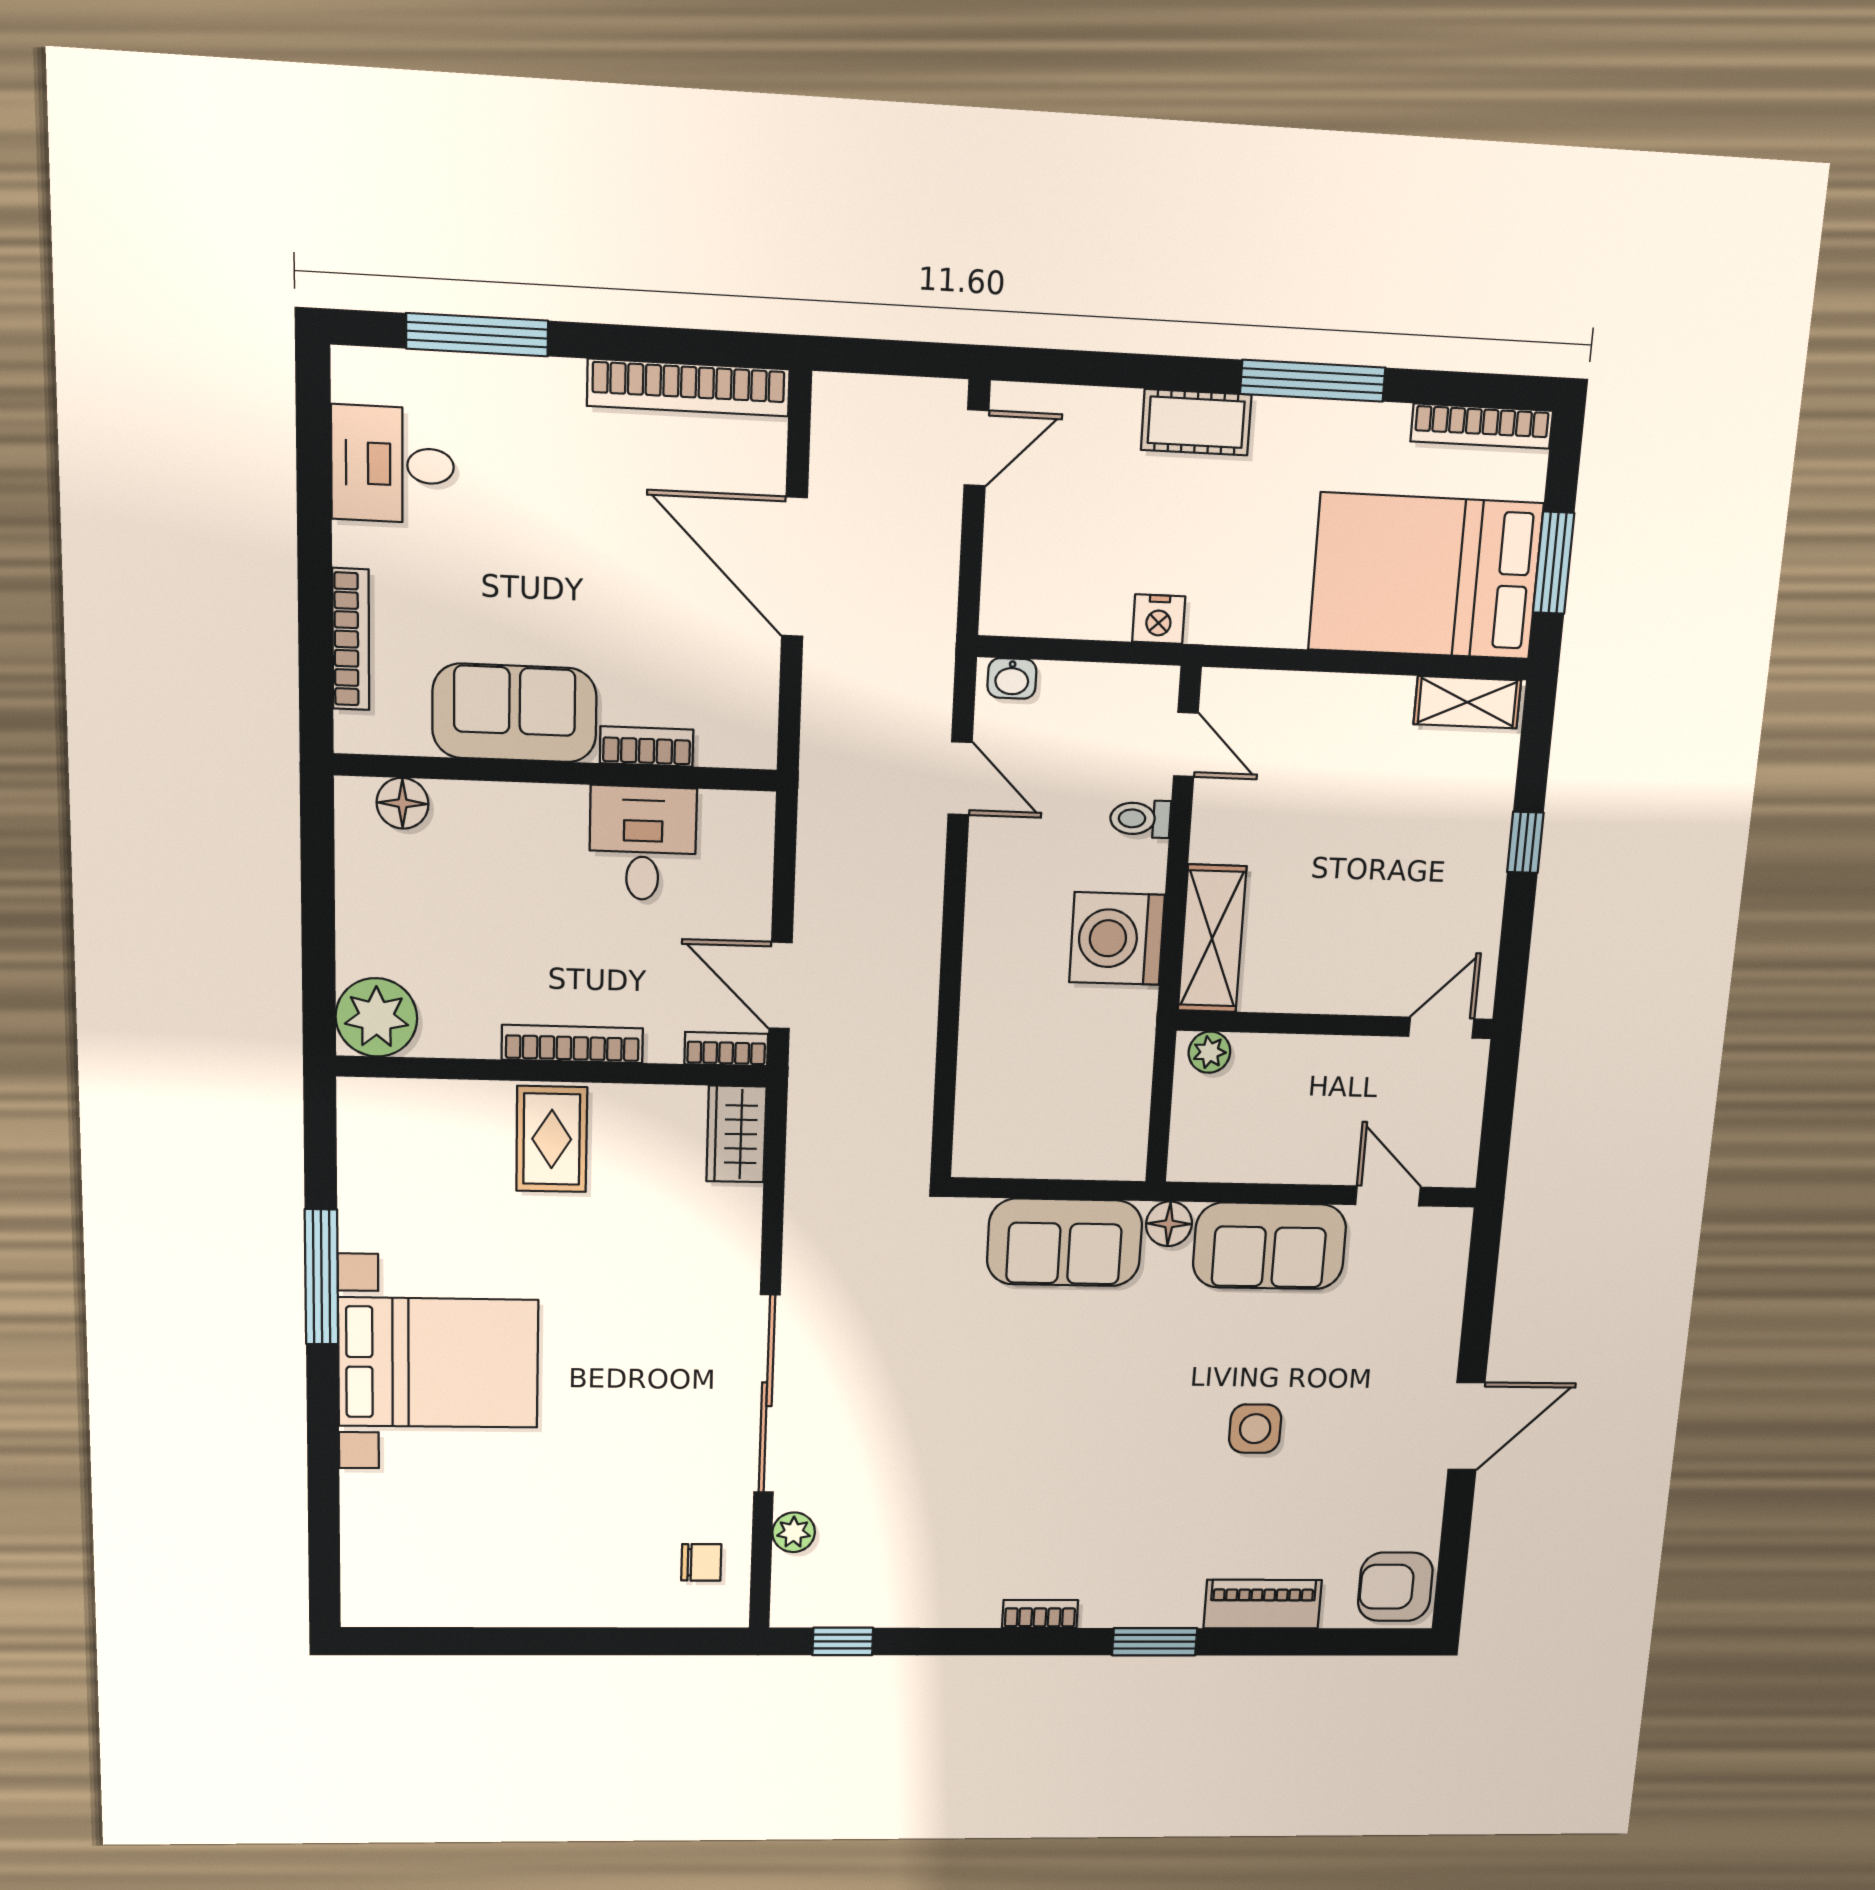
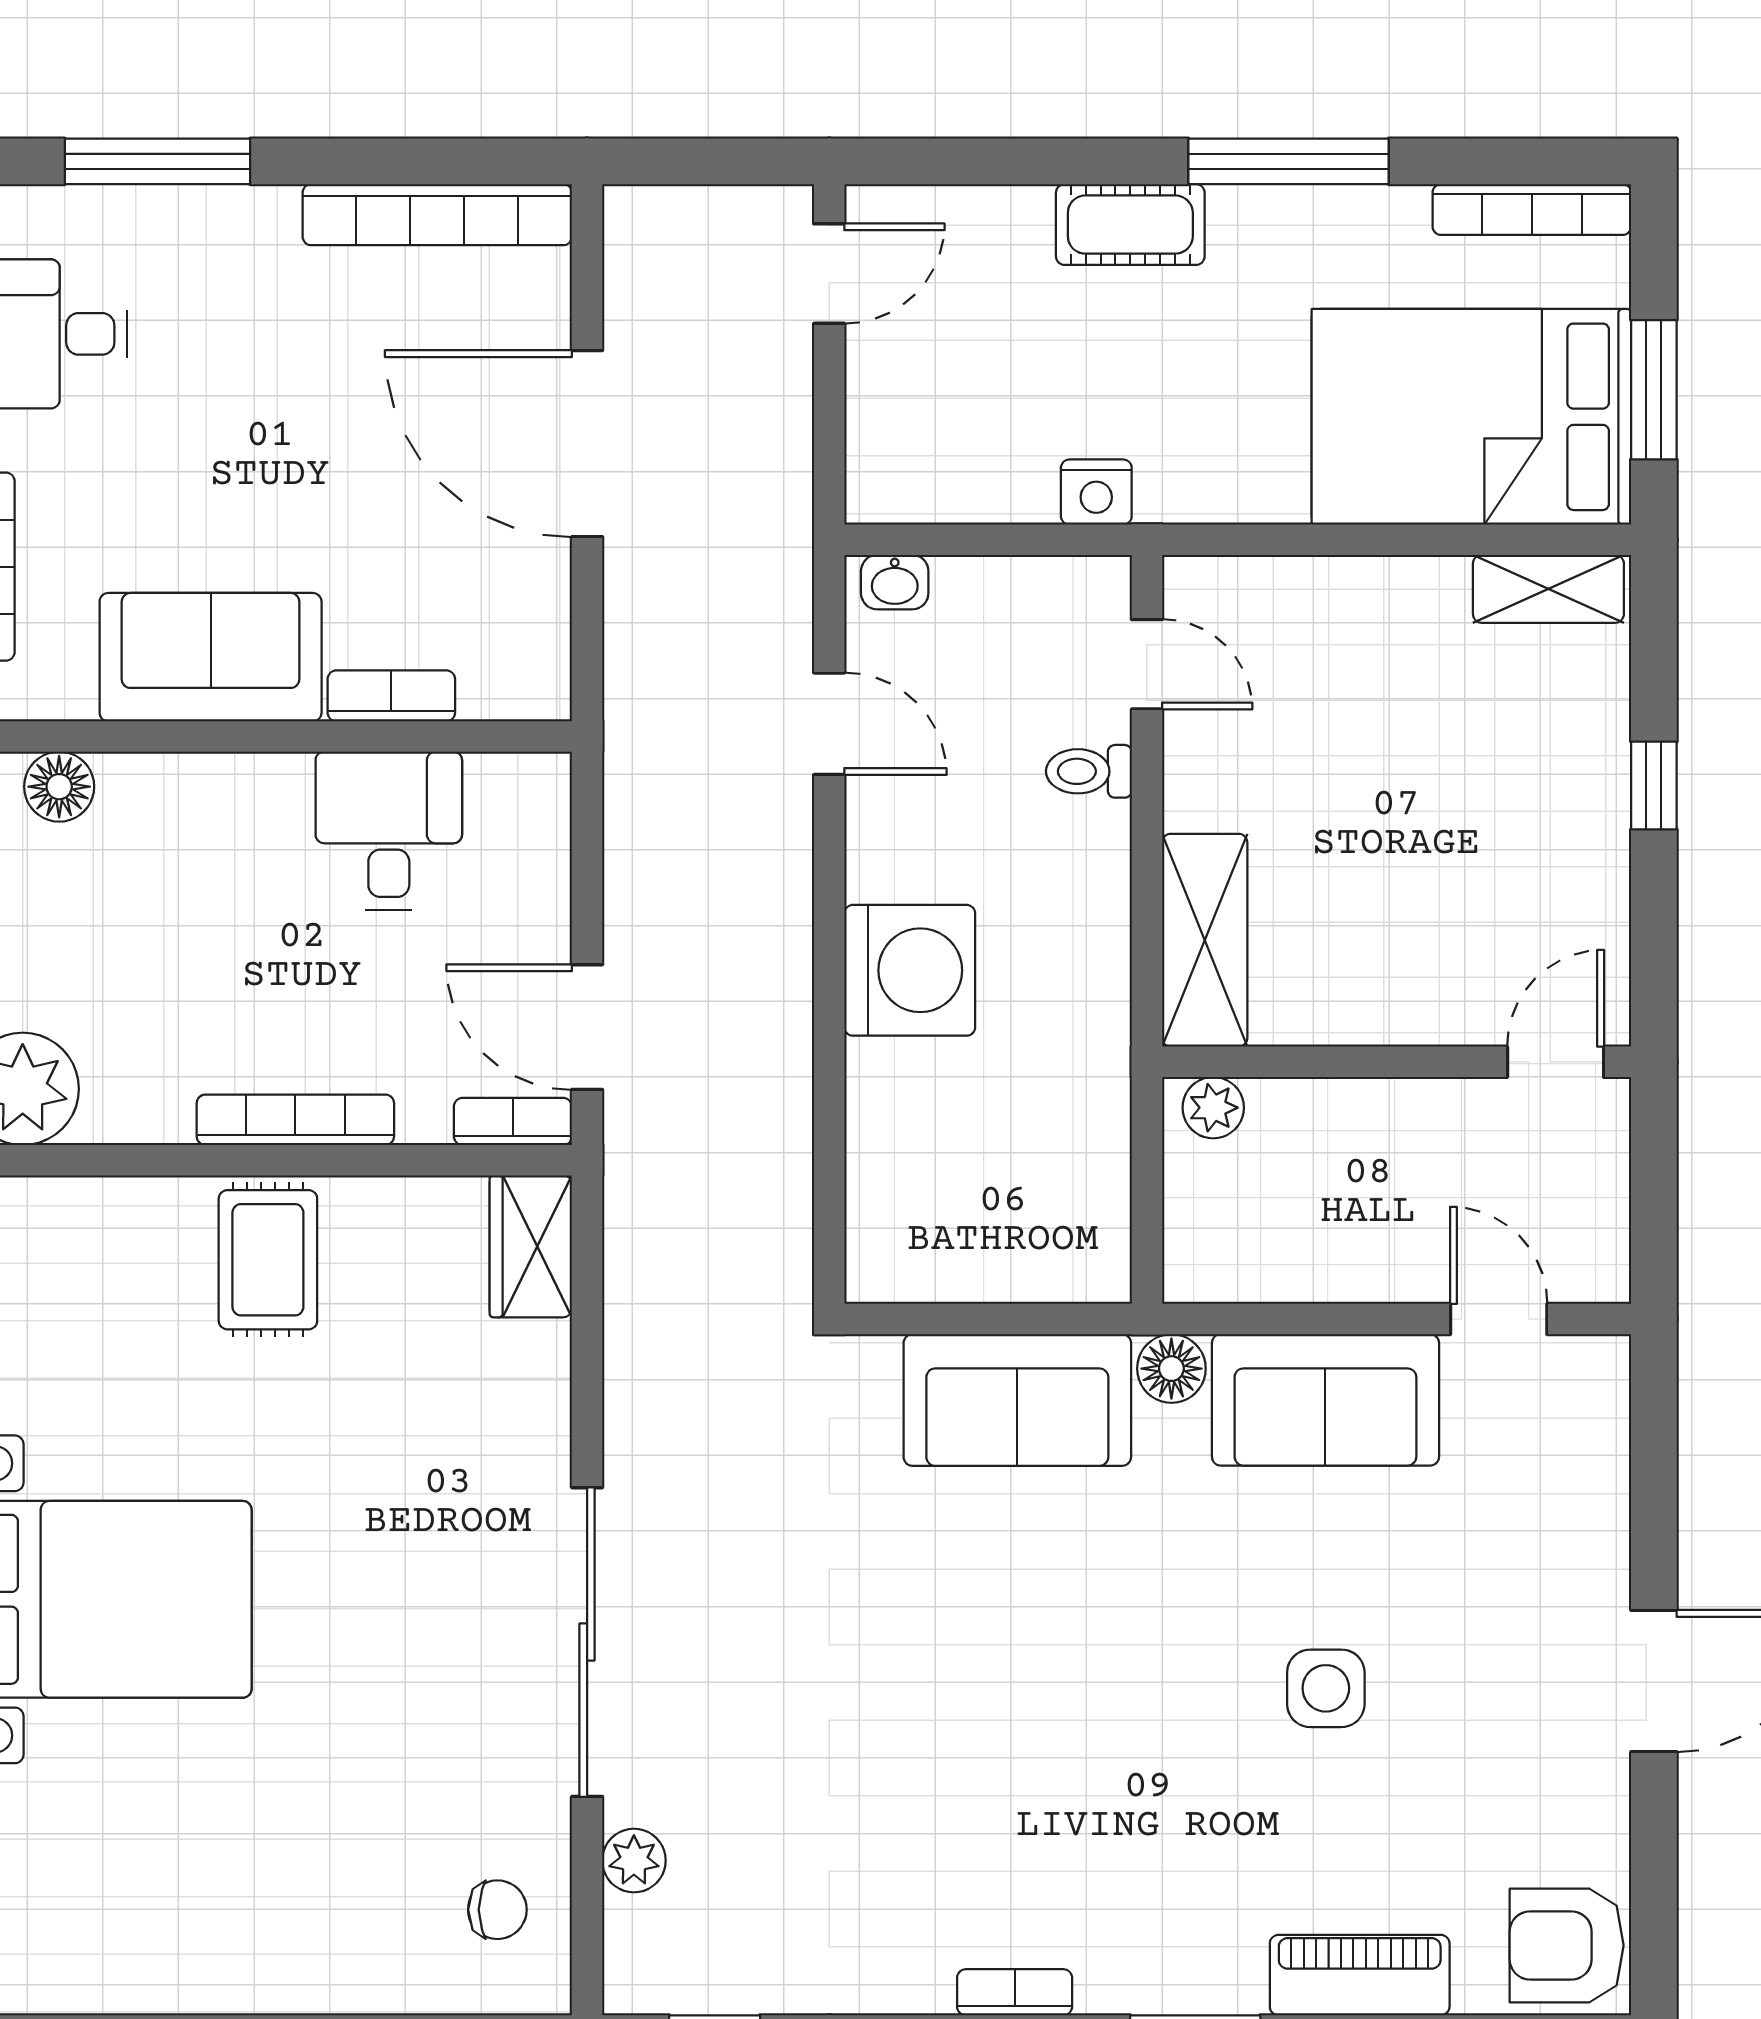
washing machine: (1117, 939) -> (910, 970), moved, turned 180

